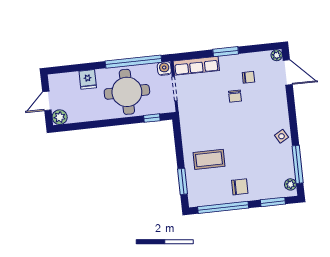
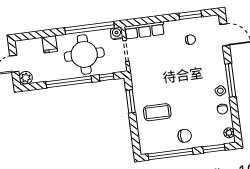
window: (226, 52) -> (190, 15), moved
plant: (277, 55) -> (215, 20), removed
chair: (235, 96) -> (222, 109), moved
window: (109, 123) -> (69, 82), added
window: (298, 164) -> (231, 80), moved
window: (183, 181) -> (131, 101), moved

